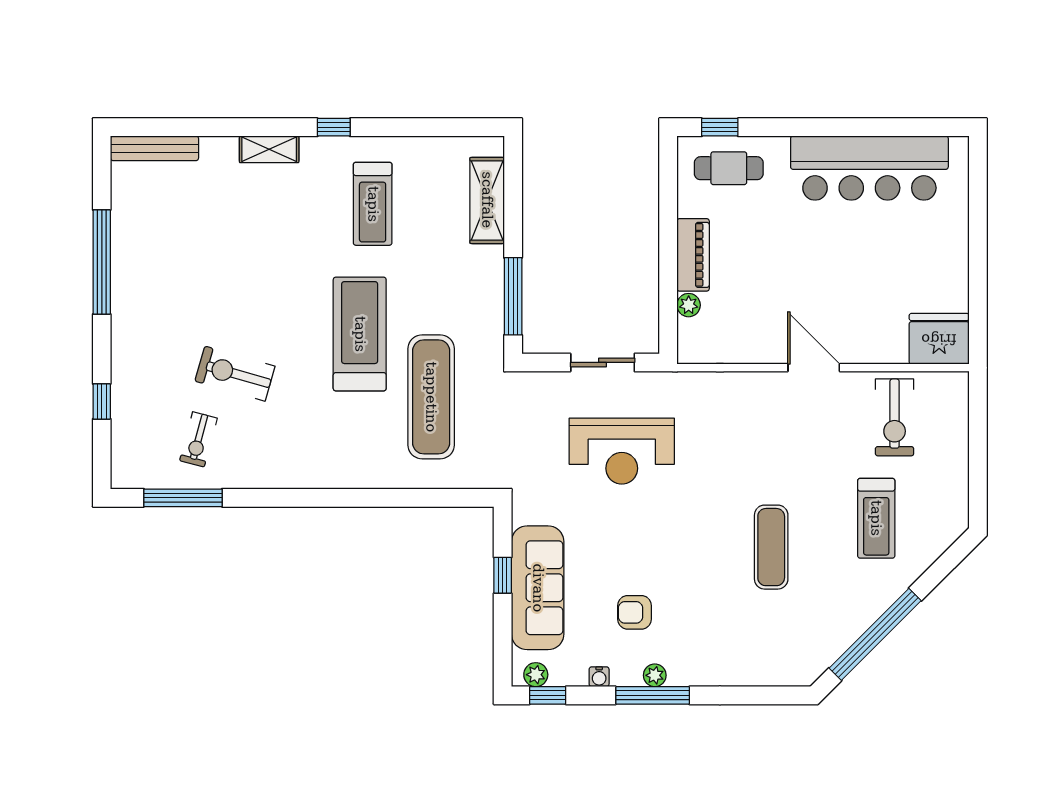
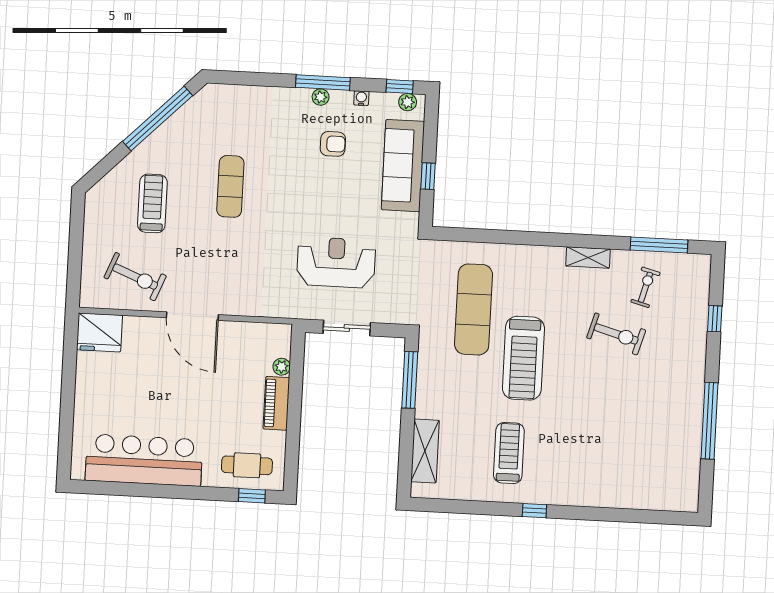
bench: (154, 148) -> (666, 502), removed
shelving: (269, 149) -> (588, 258), moved
door: (814, 368) -> (192, 316), width x1.36
exercise bike: (895, 417) -> (135, 277), turned 112

